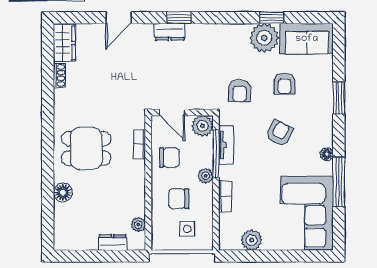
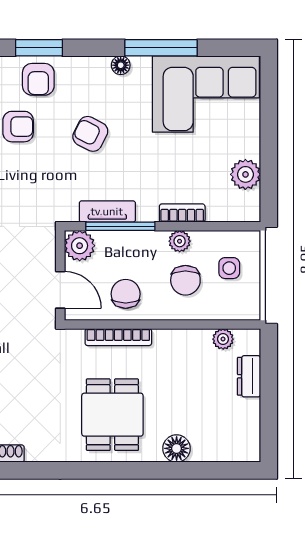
armchair: (240, 91) -> (38, 79), moved, turned 90
door: (172, 112) -> (60, 290), hinge flipped
bookcase: (140, 144) -> (118, 337), width x1.56
plant: (206, 176) -> (180, 241), moved

